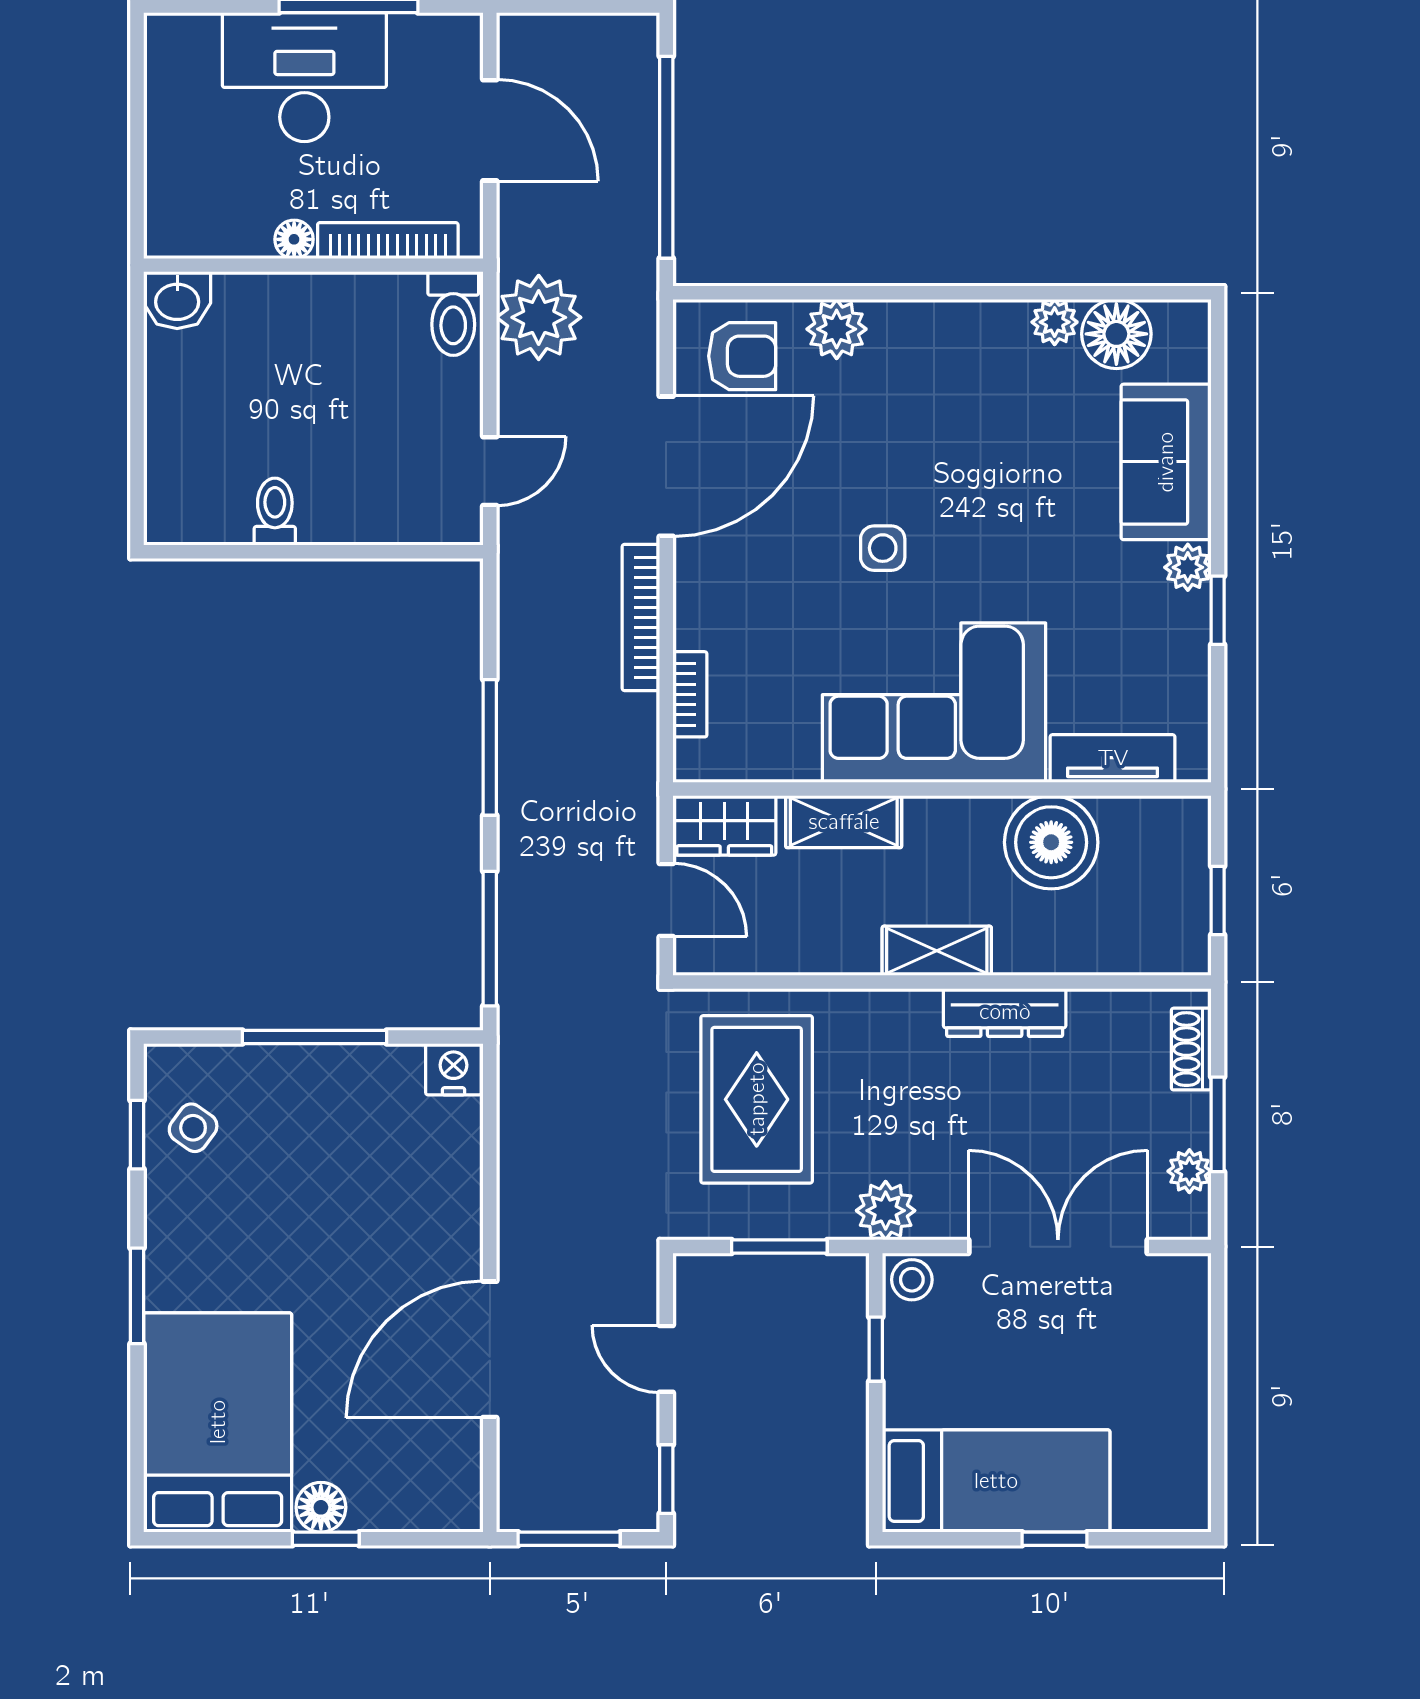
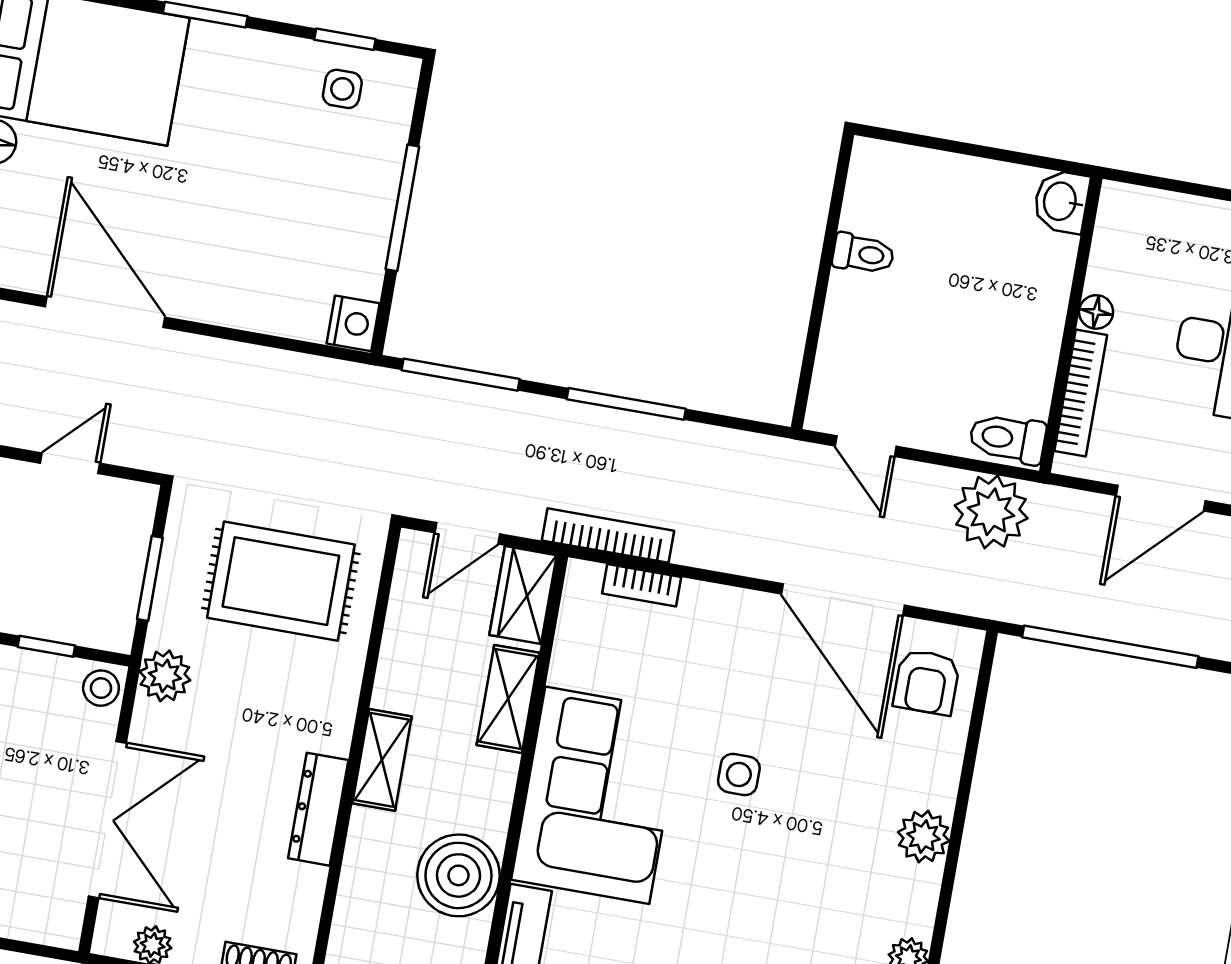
plant: (837, 329) -> (924, 836), moved
bookcase: (641, 617) -> (608, 536), moved
side table: (193, 1128) -> (342, 89), turned -36

